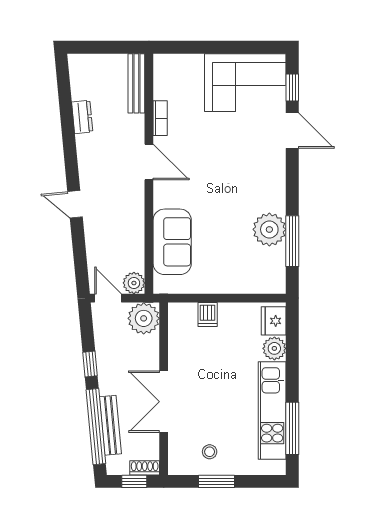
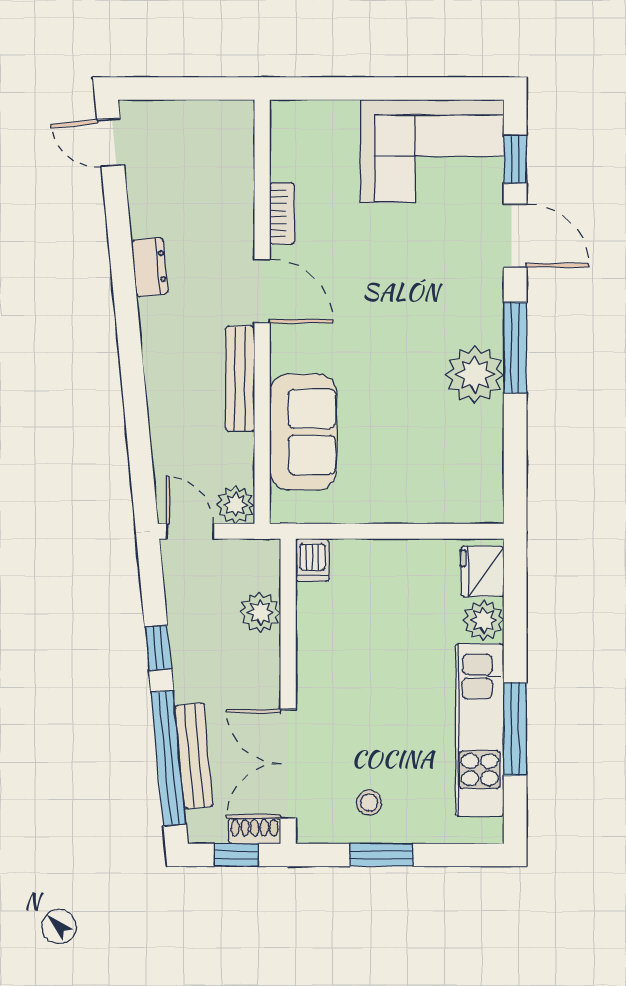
bench: (136, 83) -> (240, 379), moved
dresser: (82, 117) -> (150, 267), moved
door: (75, 204) -> (111, 142), moved
plant: (269, 229) -> (475, 374), moved
window: (292, 241) -> (515, 348), moved
dishwasher: (208, 314) -> (312, 560), moved
plant: (144, 318) -> (260, 612), moved, width x0.73, depth x0.73
double door: (164, 402) -> (288, 764), moved
window: (292, 428) -> (515, 729), moved

